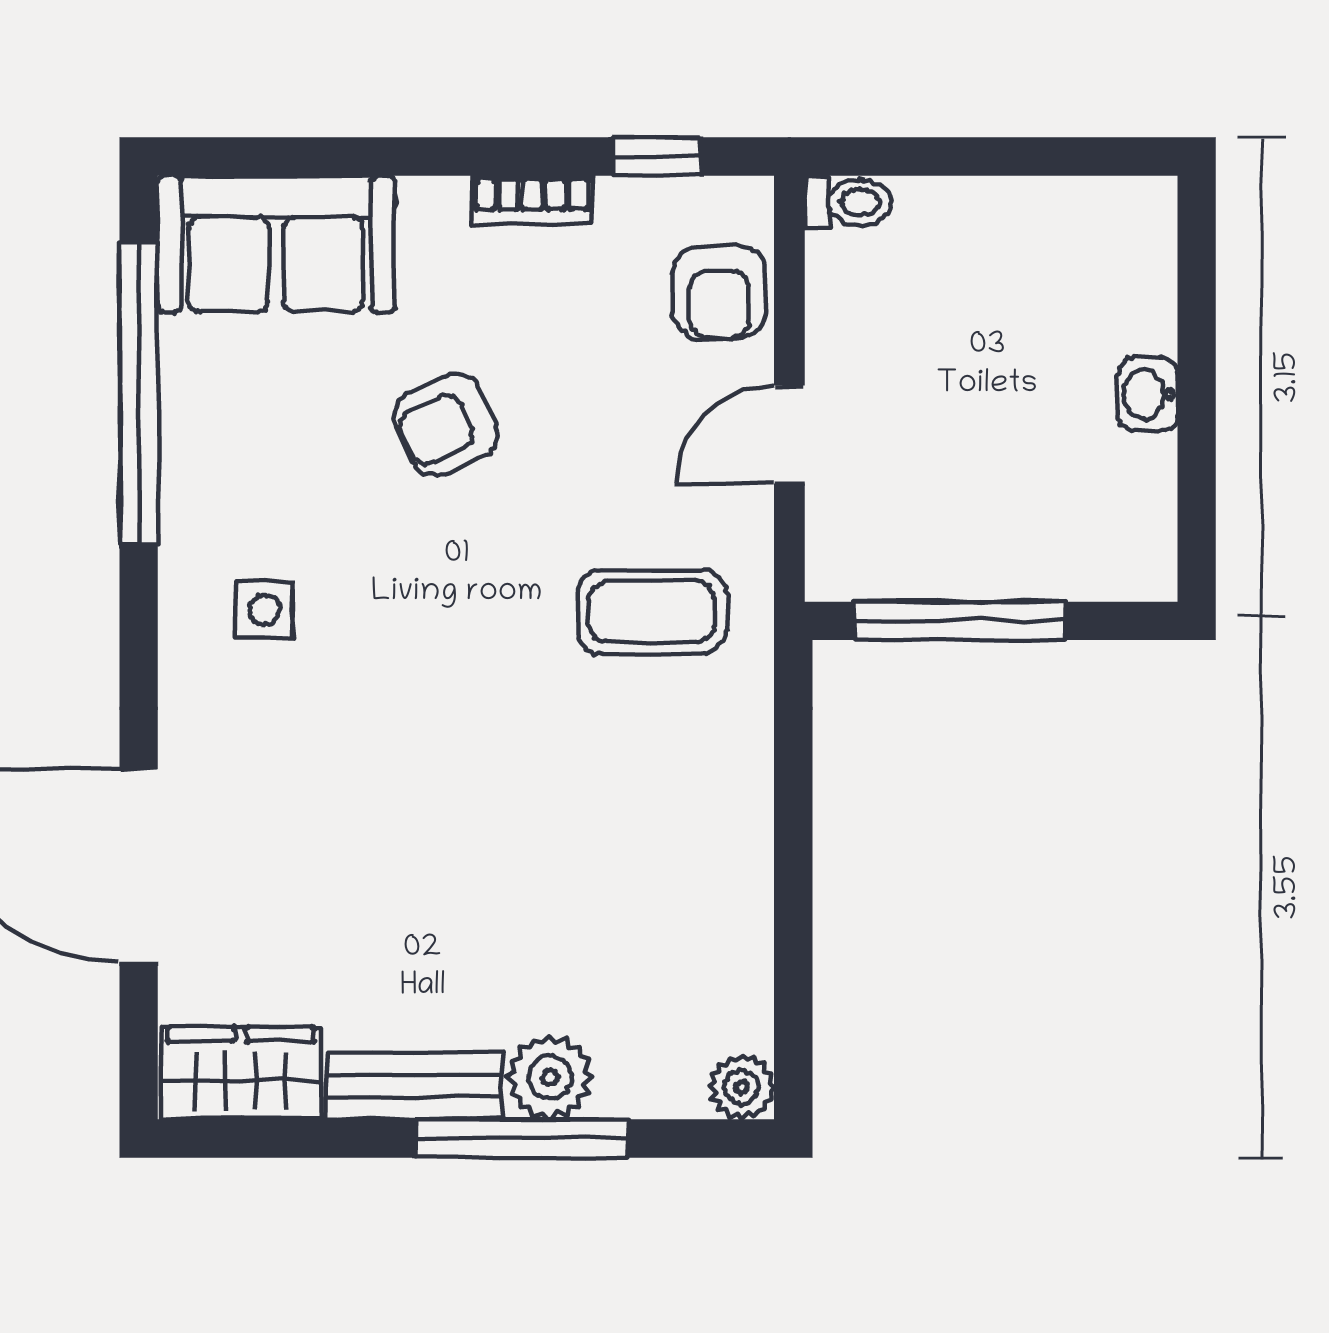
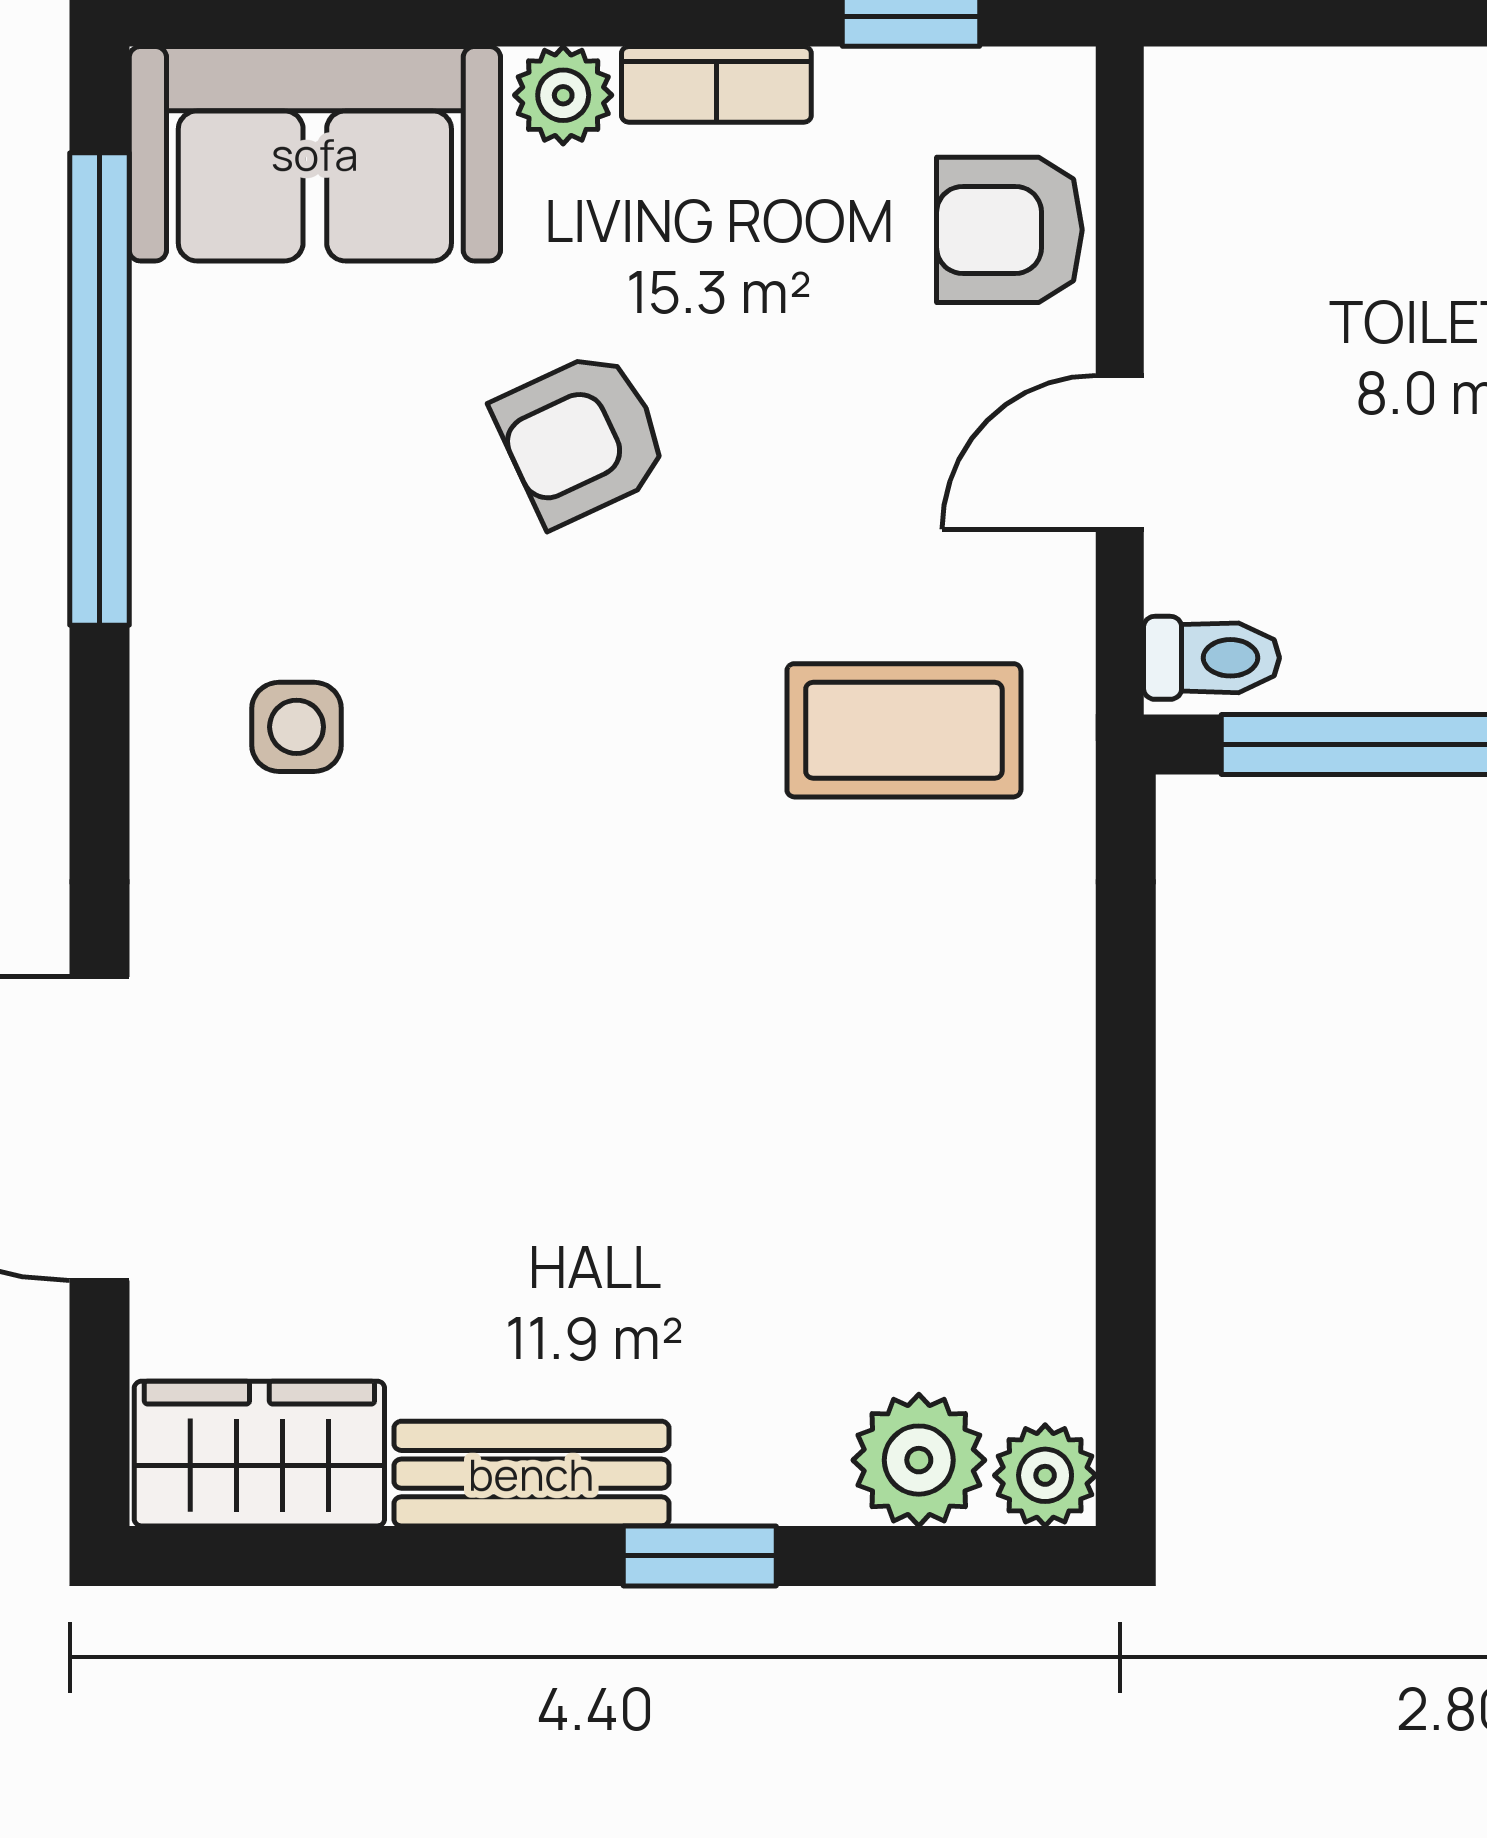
toilet: (848, 202) -> (1211, 658), moved
plant: (434, 207) -> (563, 95), added
armchair: (719, 293) -> (1009, 230), turned 90
plant: (550, 1077) -> (919, 1460), moved
window: (522, 1139) -> (700, 1556), width x0.46

